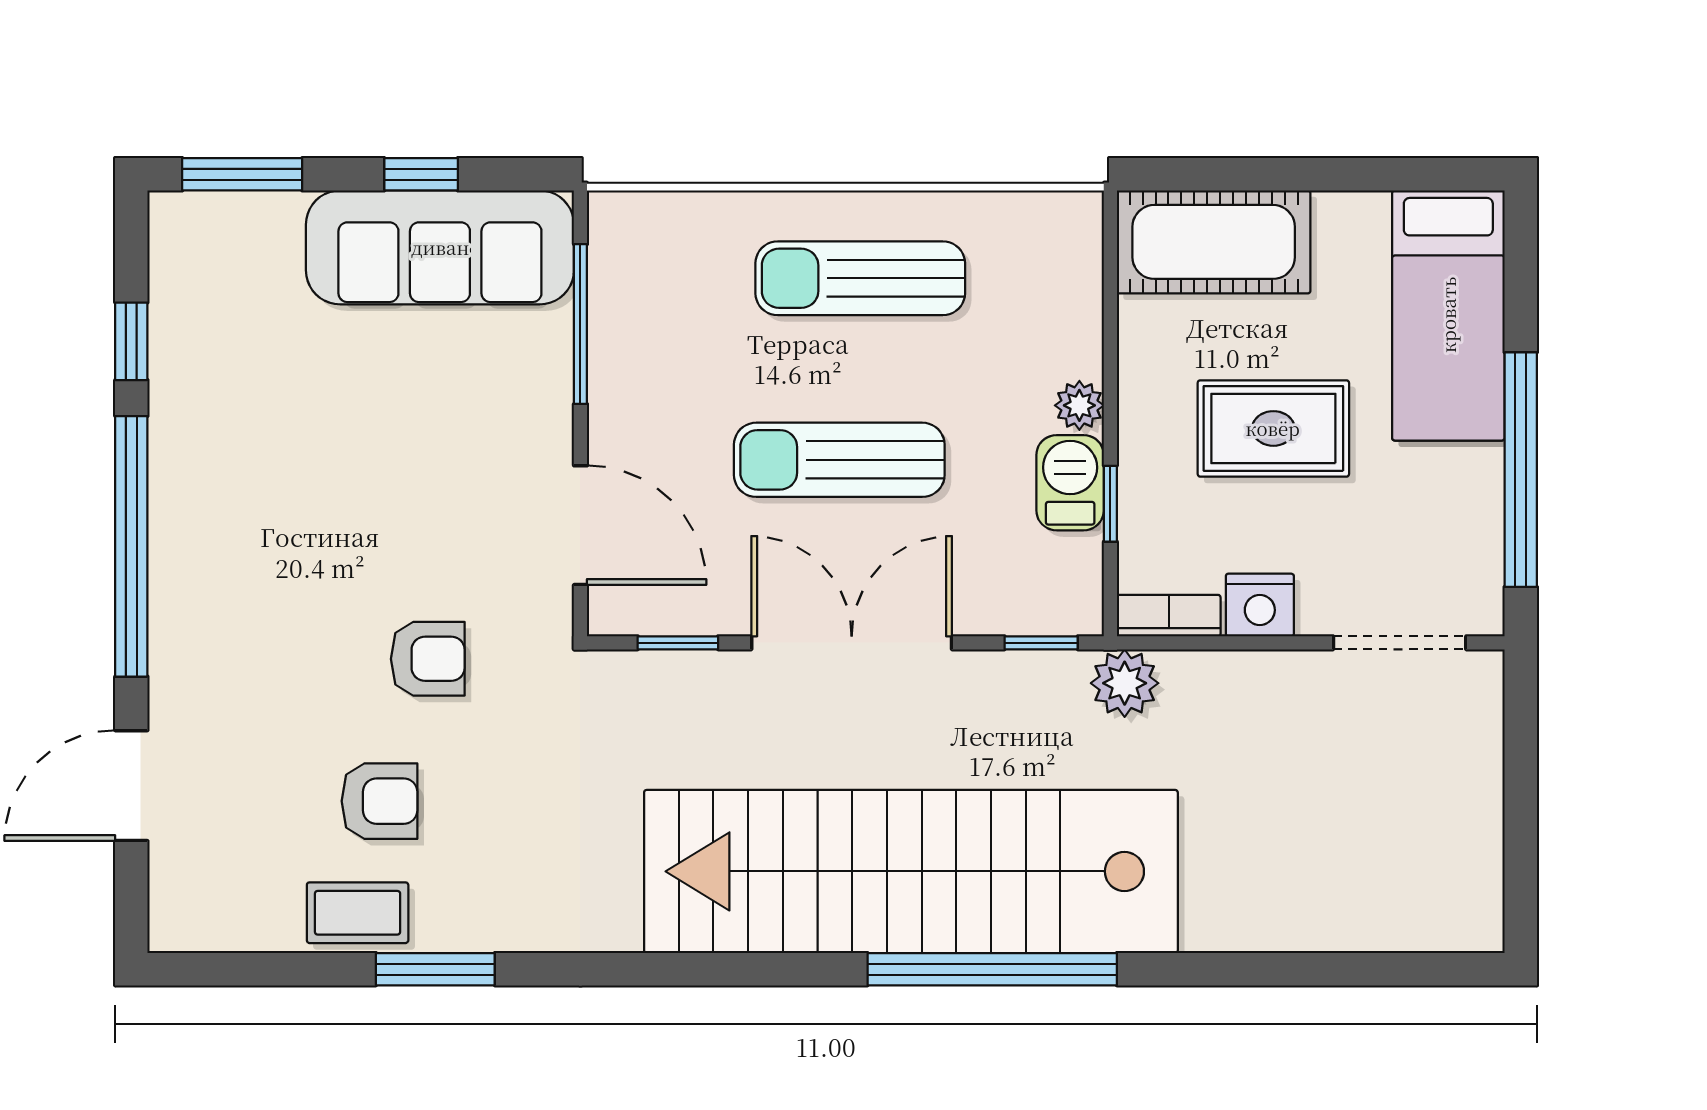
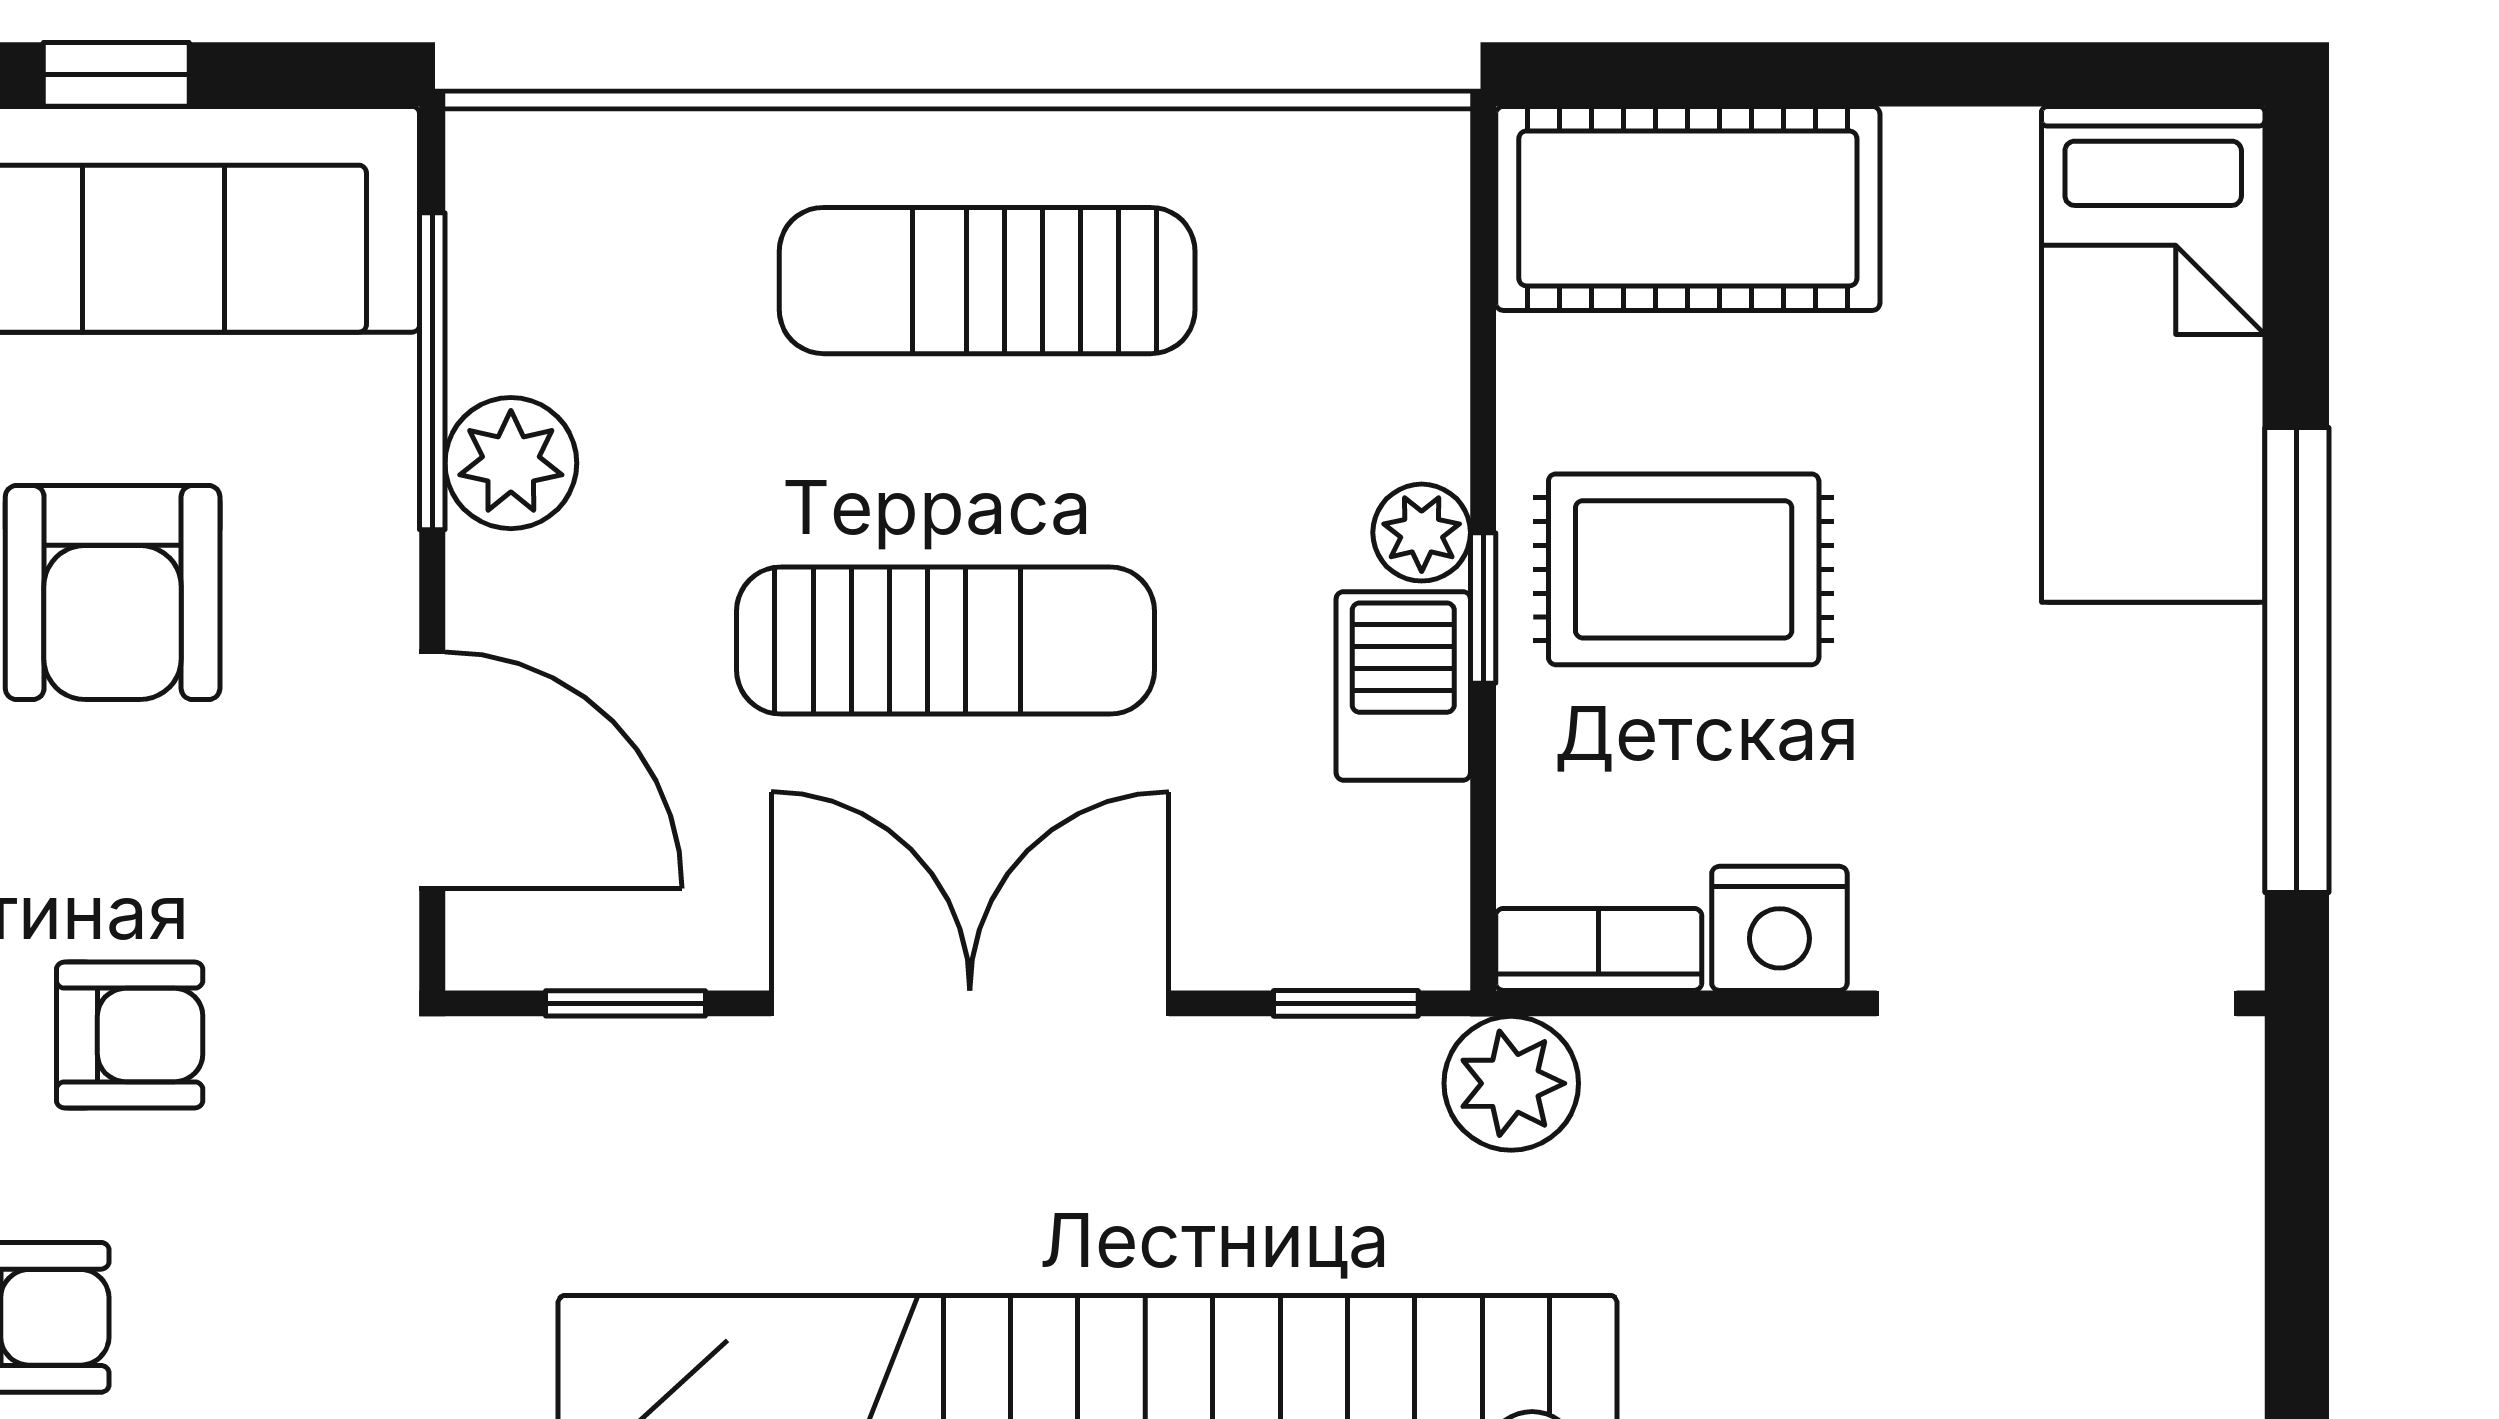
plant: (620, 370) -> (511, 463), added
rug: (1273, 428) -> (1684, 569), moved
armchair: (419, 436) -> (113, 593), added
sun lounger: (839, 460) -> (946, 641), turned 180
window: (1110, 504) -> (1483, 608), moved
doorway: (1400, 643) -> (2057, 1003), width x1.36

